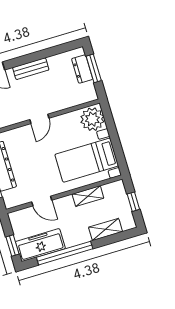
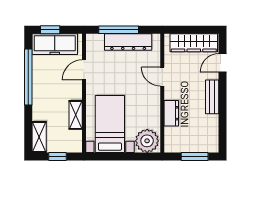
dresser: (82, 69) -> (171, 113), moved, turned 90
door: (39, 119) -> (162, 77), moved
shelving: (106, 229) -> (39, 137), moved
freezer: (40, 245) -> (55, 44), moved, turned 90

